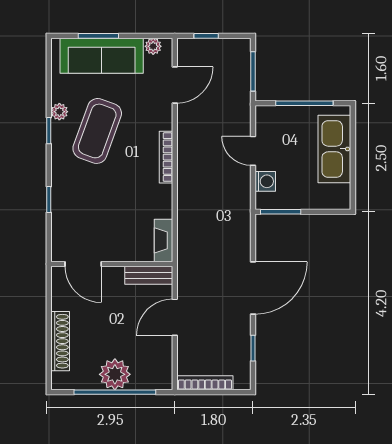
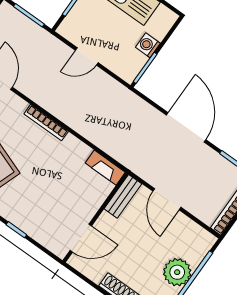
washing machine: (265, 181) -> (148, 45), moved, turned -90

